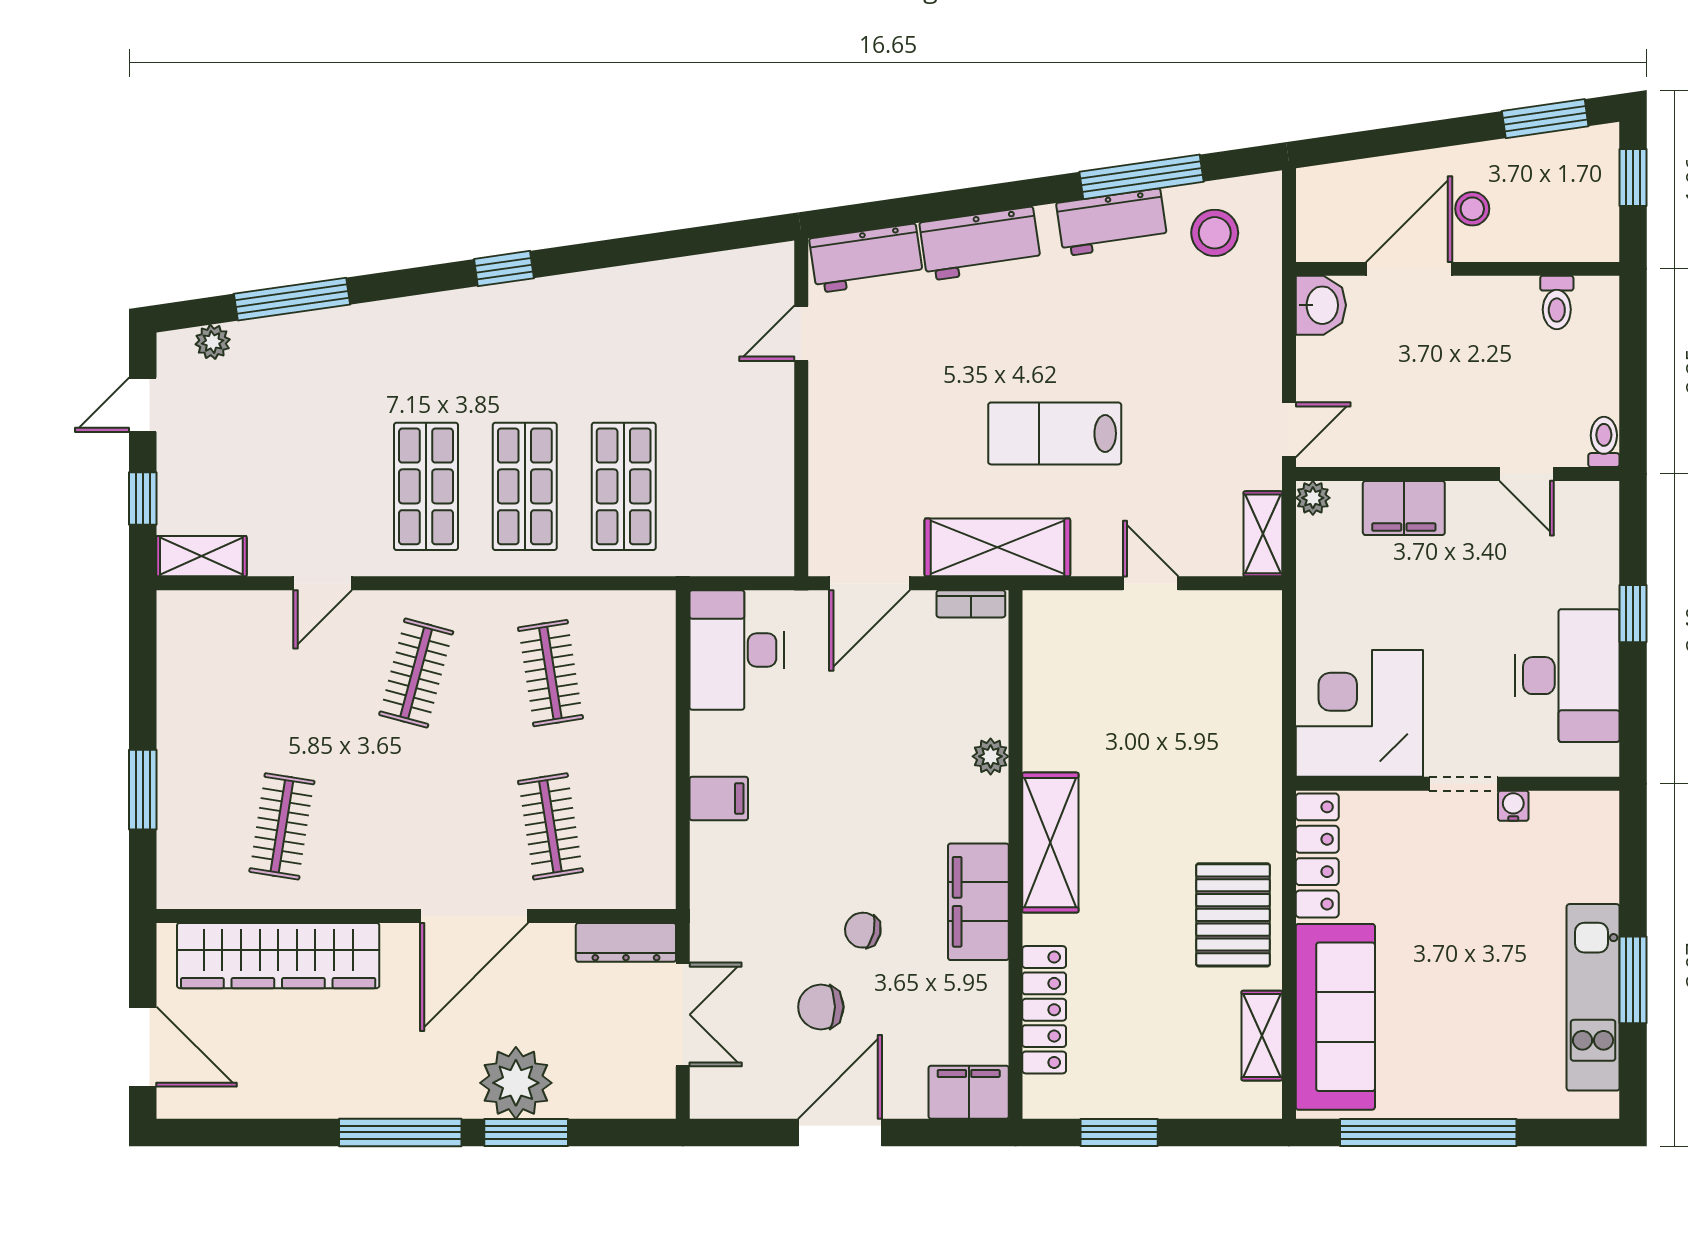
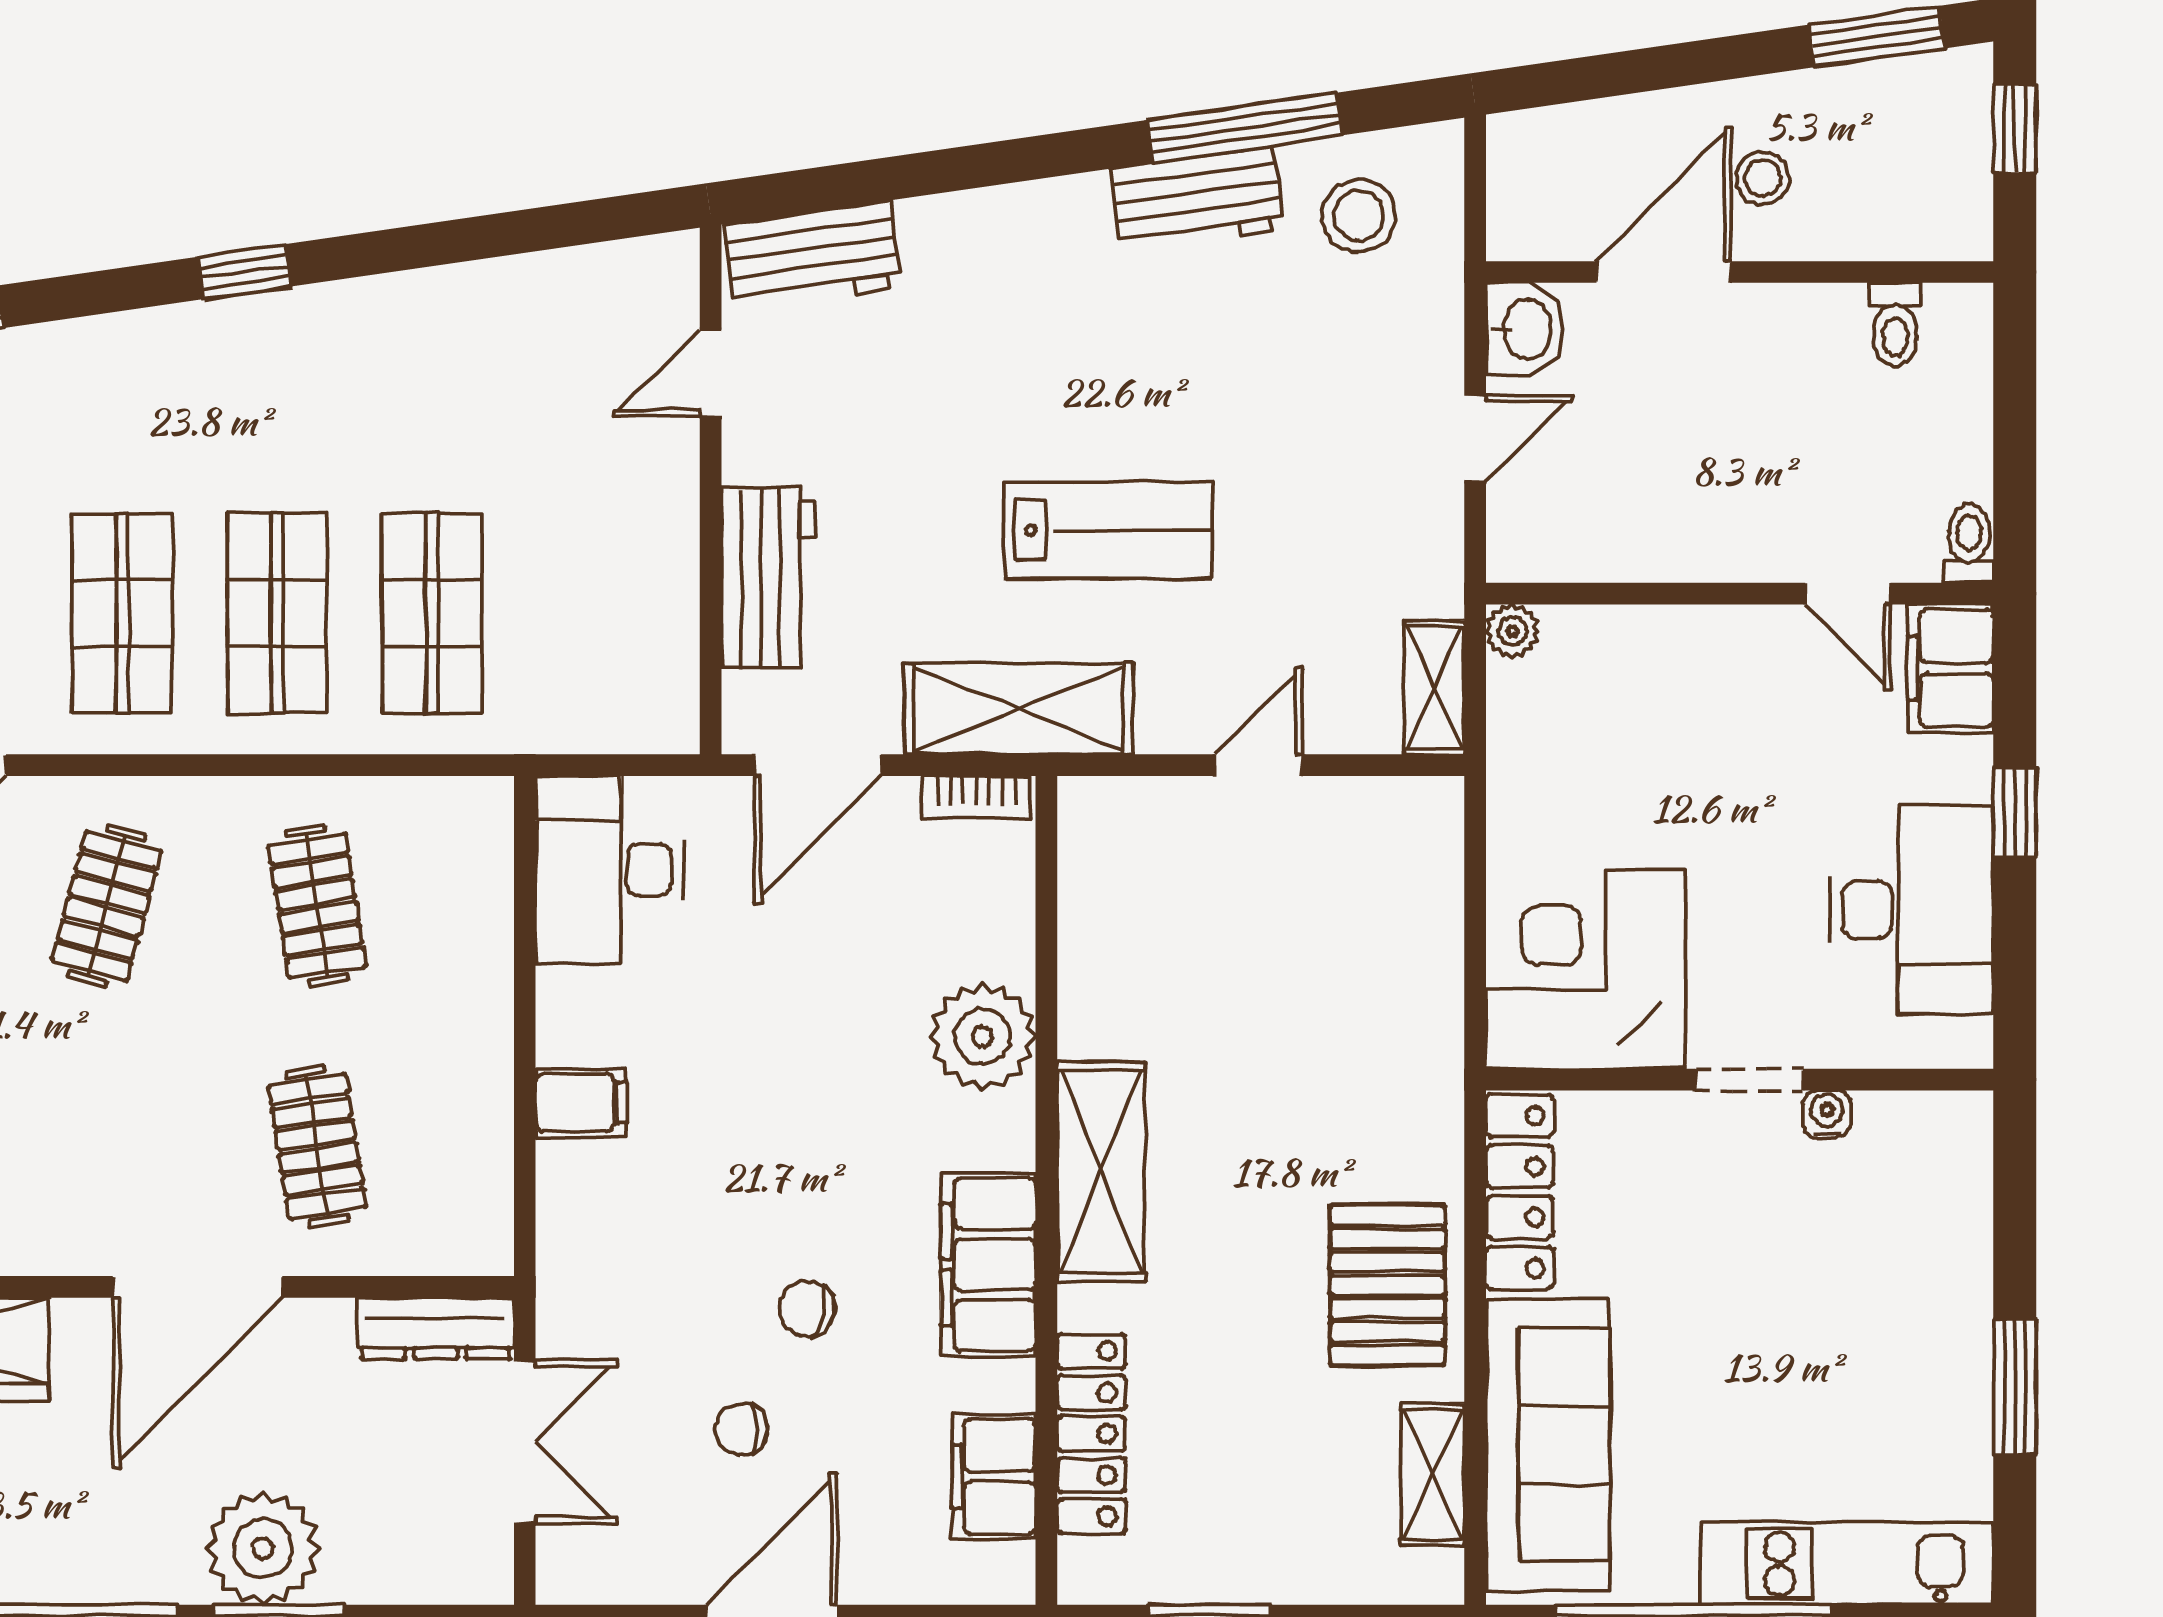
workbench: (980, 244) -> (768, 578), moved, turned -82
door: (1289, 430) -> (1475, 438), moved
lab bench: (1055, 433) -> (1108, 530), turned 180
filing cabinet: (1404, 508) -> (1951, 668), moved, turned 90
door: (1151, 583) -> (1258, 765), hinge flipped
plant: (991, 756) -> (982, 1037), width x1.88, depth x1.88
kitchen unit: (1593, 997) -> (1847, 1564), moved, turned 90
chair: (821, 1007) -> (741, 1429), width x0.73, depth x0.73
filing cabinet: (969, 1092) -> (994, 1477), moved, turned -90

